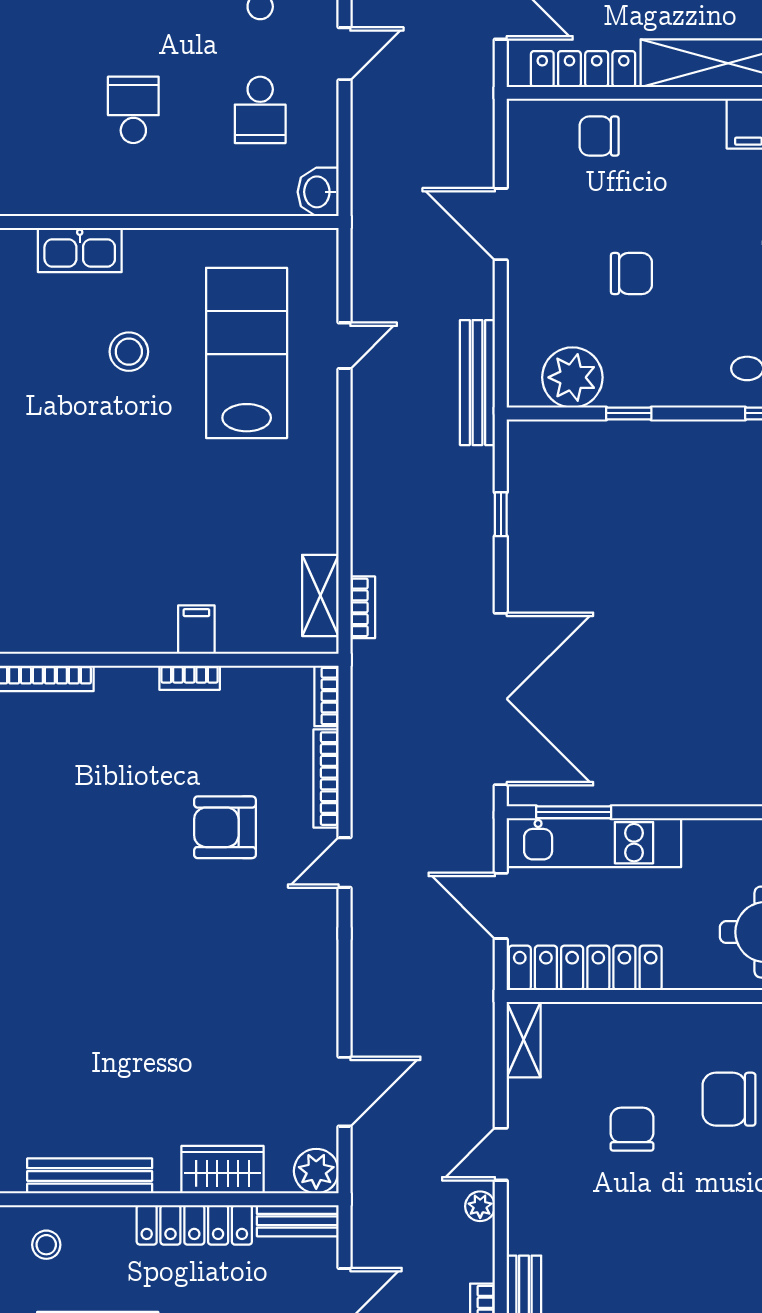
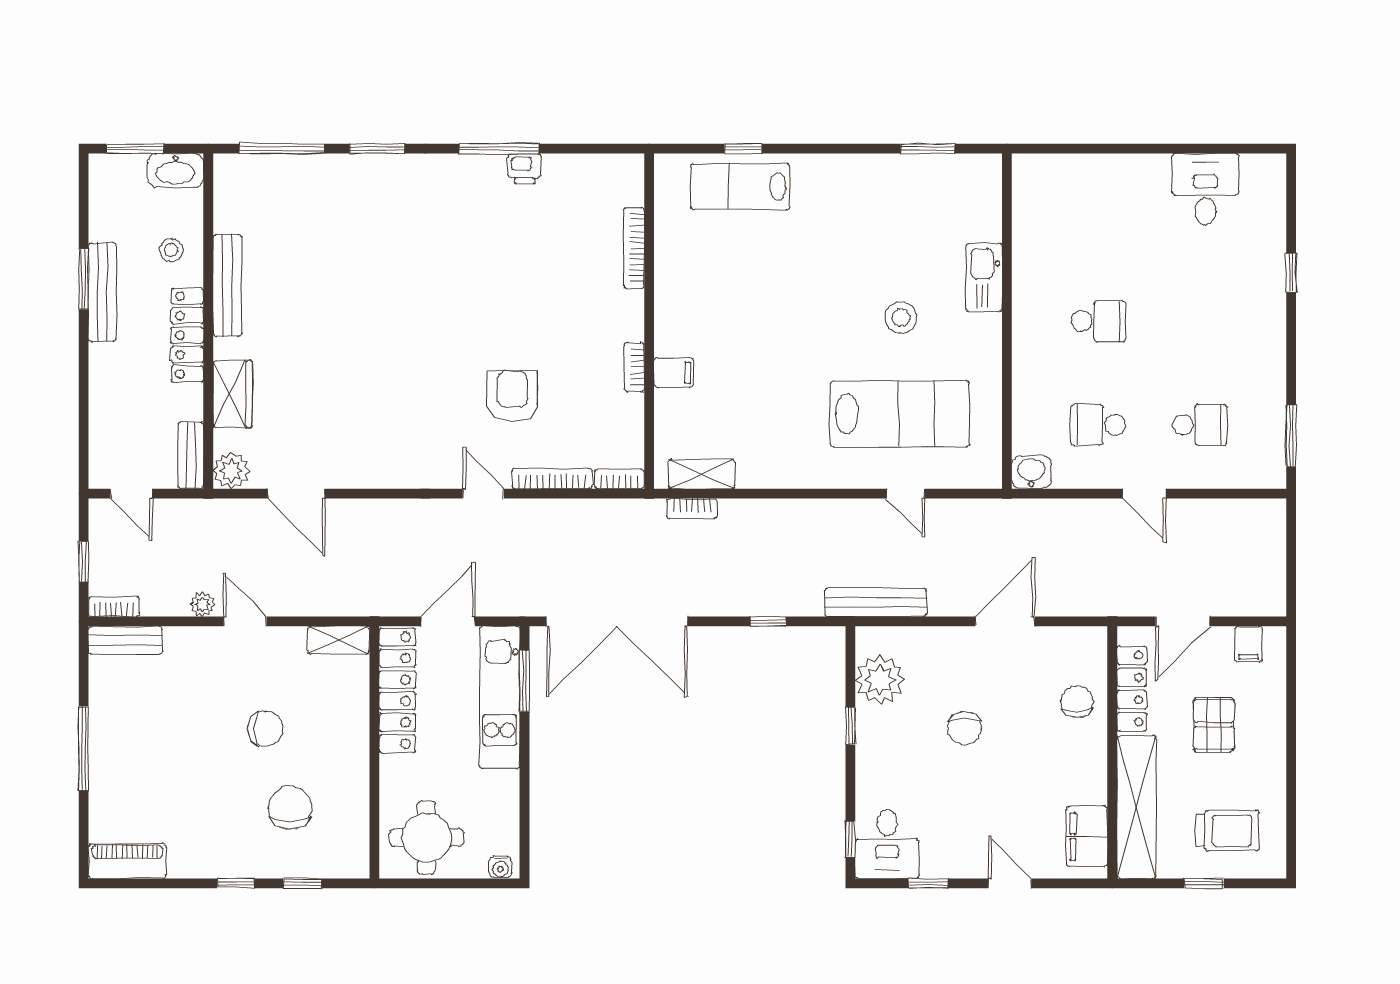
locker: (194, 1225) -> (187, 335), moved

